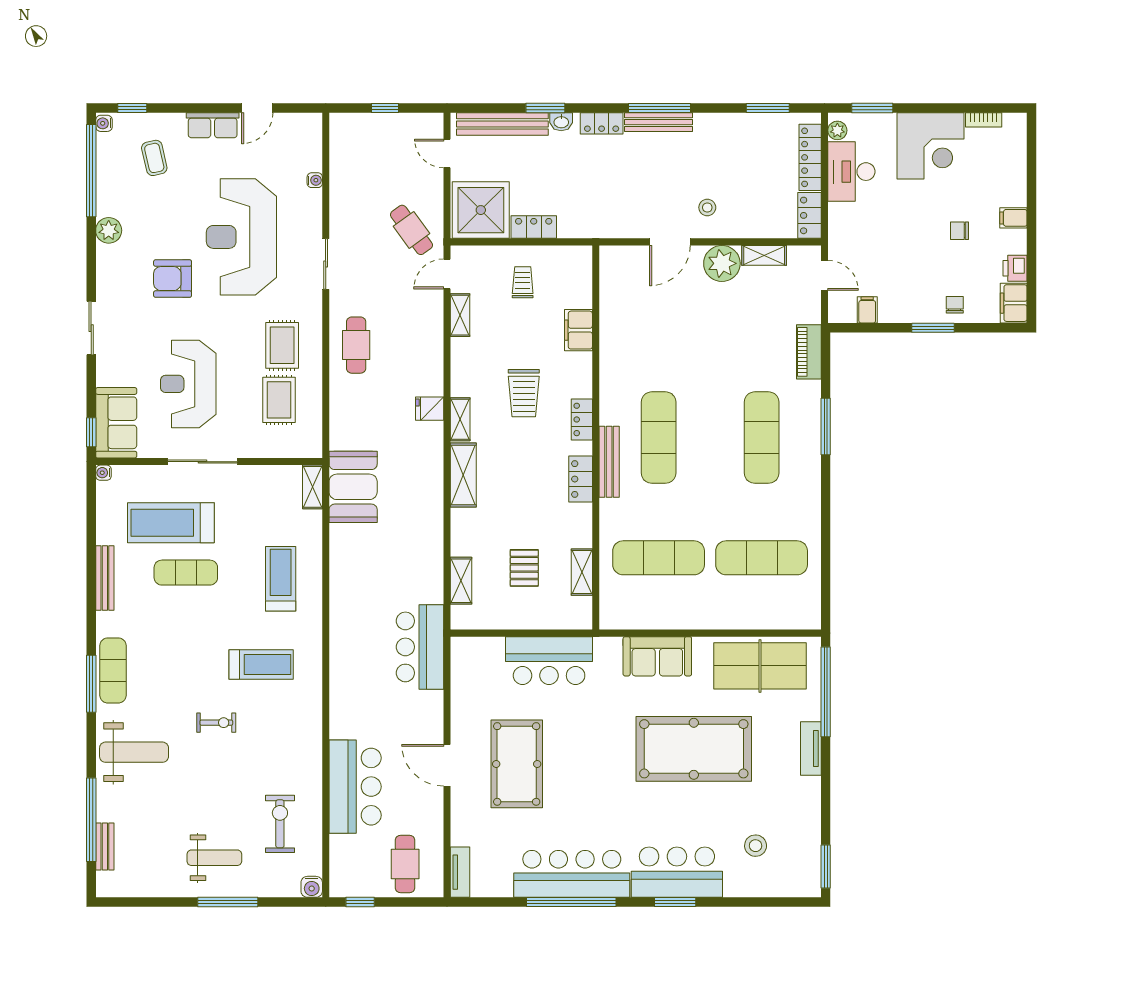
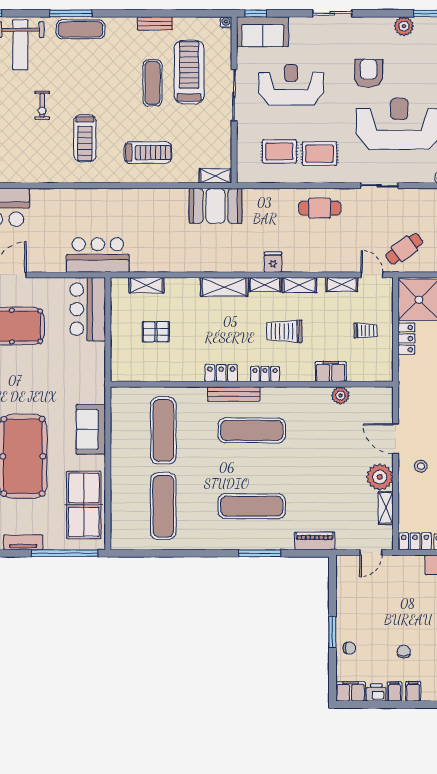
filing cabinet: (867, 310) -> (394, 692), moved, turned -90
plant: (611, 317) -> (340, 395), added
shelving: (582, 572) -> (299, 285), moved
bench: (105, 578) -> (155, 23), width x0.73
bar counter: (549, 661) -> (88, 309), moved

